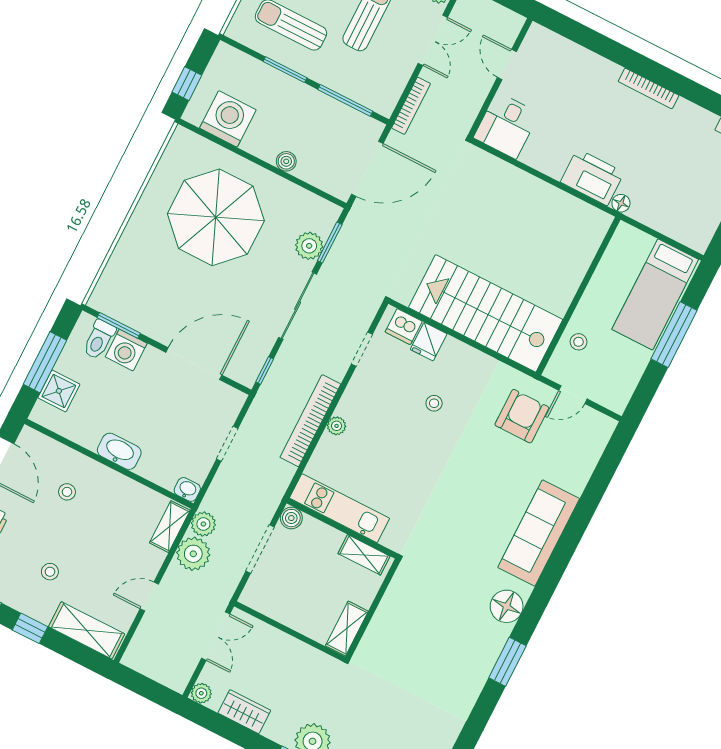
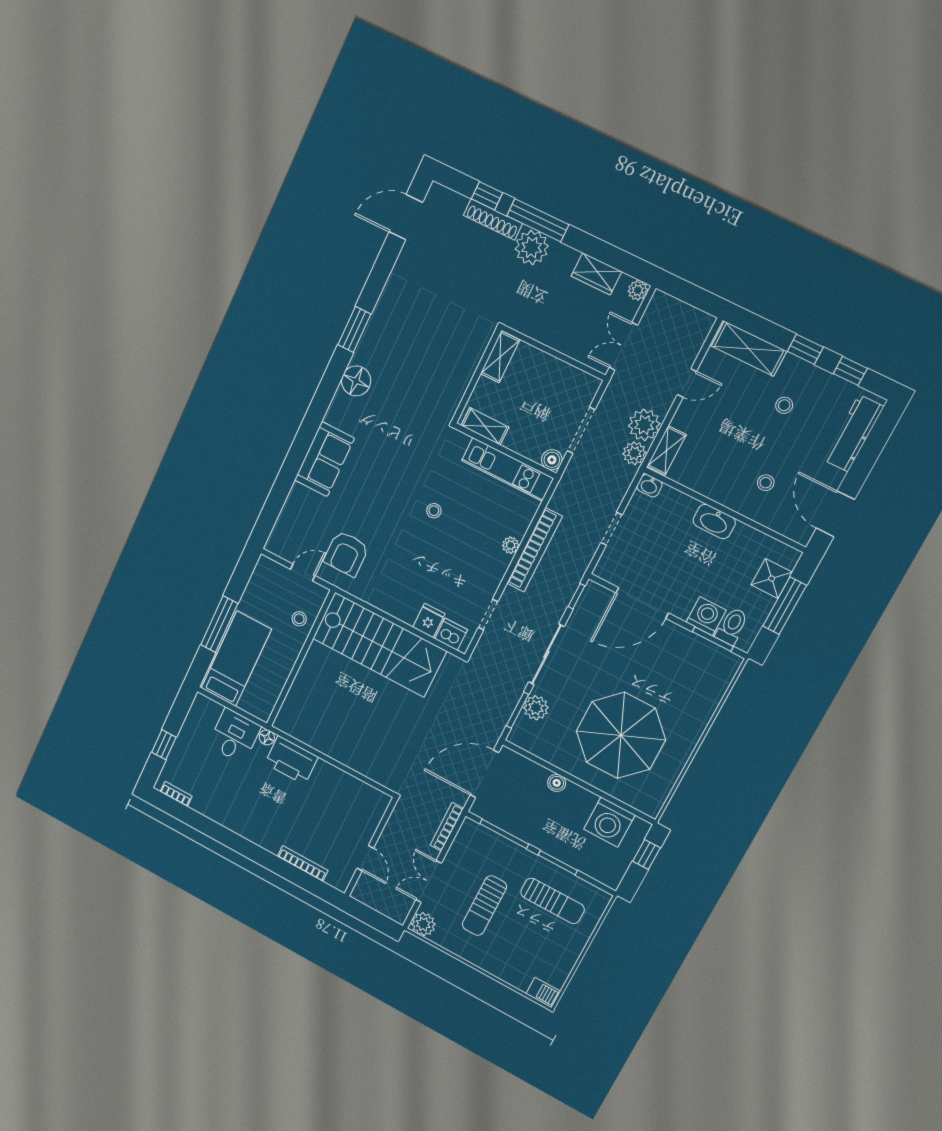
bookcase: (649, 88) -> (303, 863), moved
desk: (506, 125) -> (234, 736), moved
stool: (434, 403) -> (434, 511), moved
sofa: (539, 533) -> (324, 459), width x0.73

